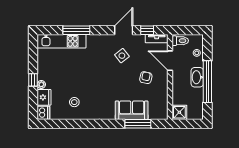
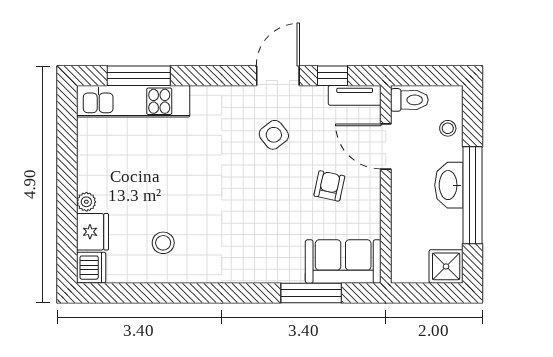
window: (76, 30) -> (139, 76), moved
window: (33, 80) -> (67, 191), removed
sofa: (132, 110) -> (343, 262), moved
shower: (179, 112) -> (446, 266), moved

